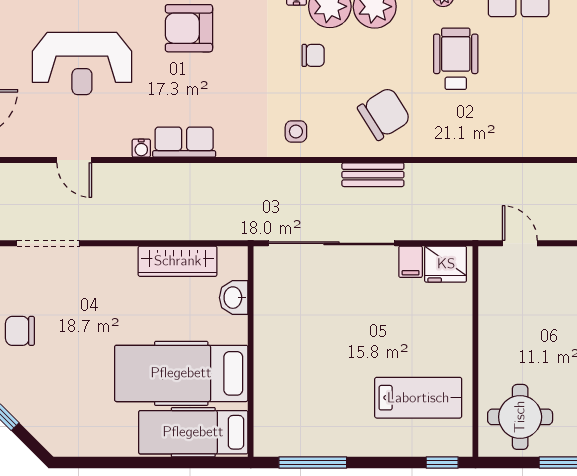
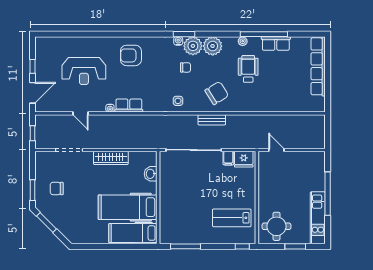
wardrobe: (178, 261) -> (111, 158), moved
lab bench: (418, 398) -> (232, 218), turned 180

